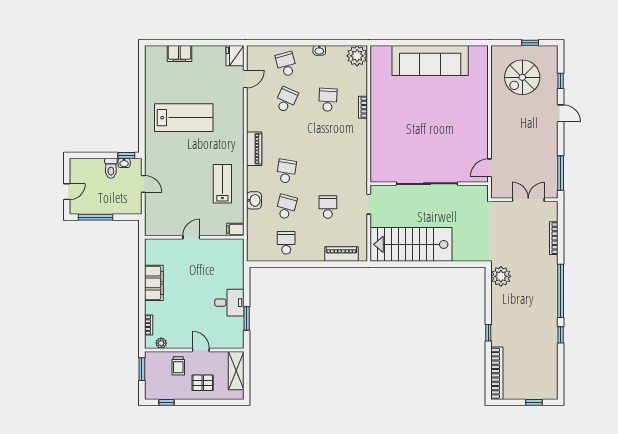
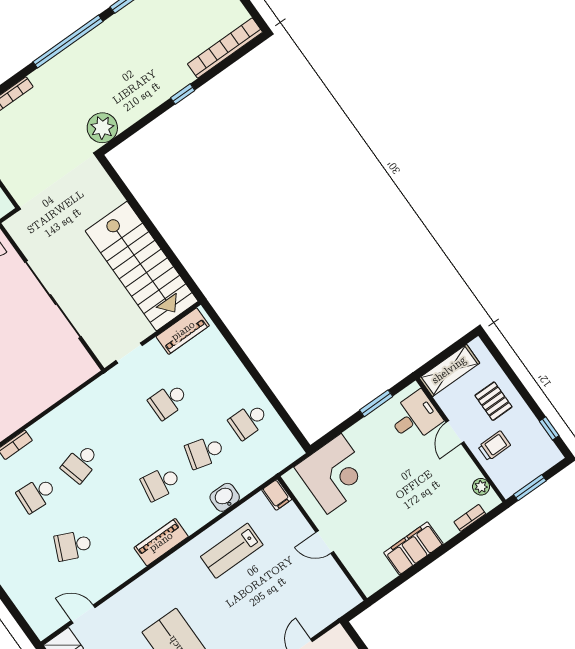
school desk: (286, 64) -> (81, 463), moved
piano: (341, 254) -> (183, 331), moved, turned -90
corner desk: (225, 269) -> (334, 474), added
desk: (229, 303) -> (415, 417), moved, turned 90

